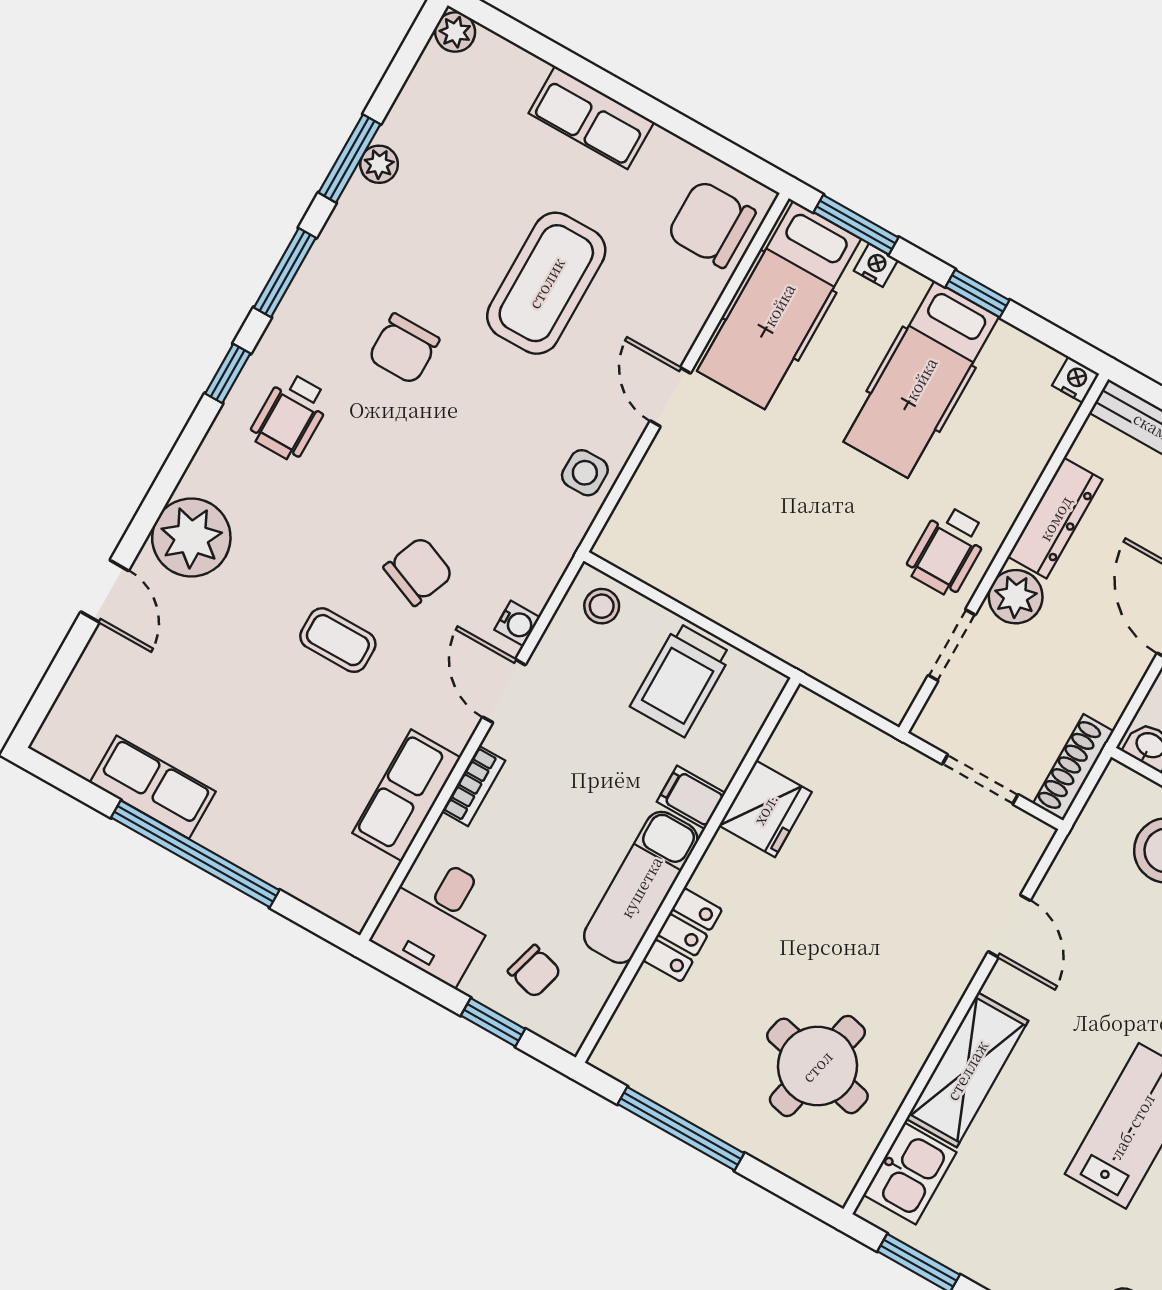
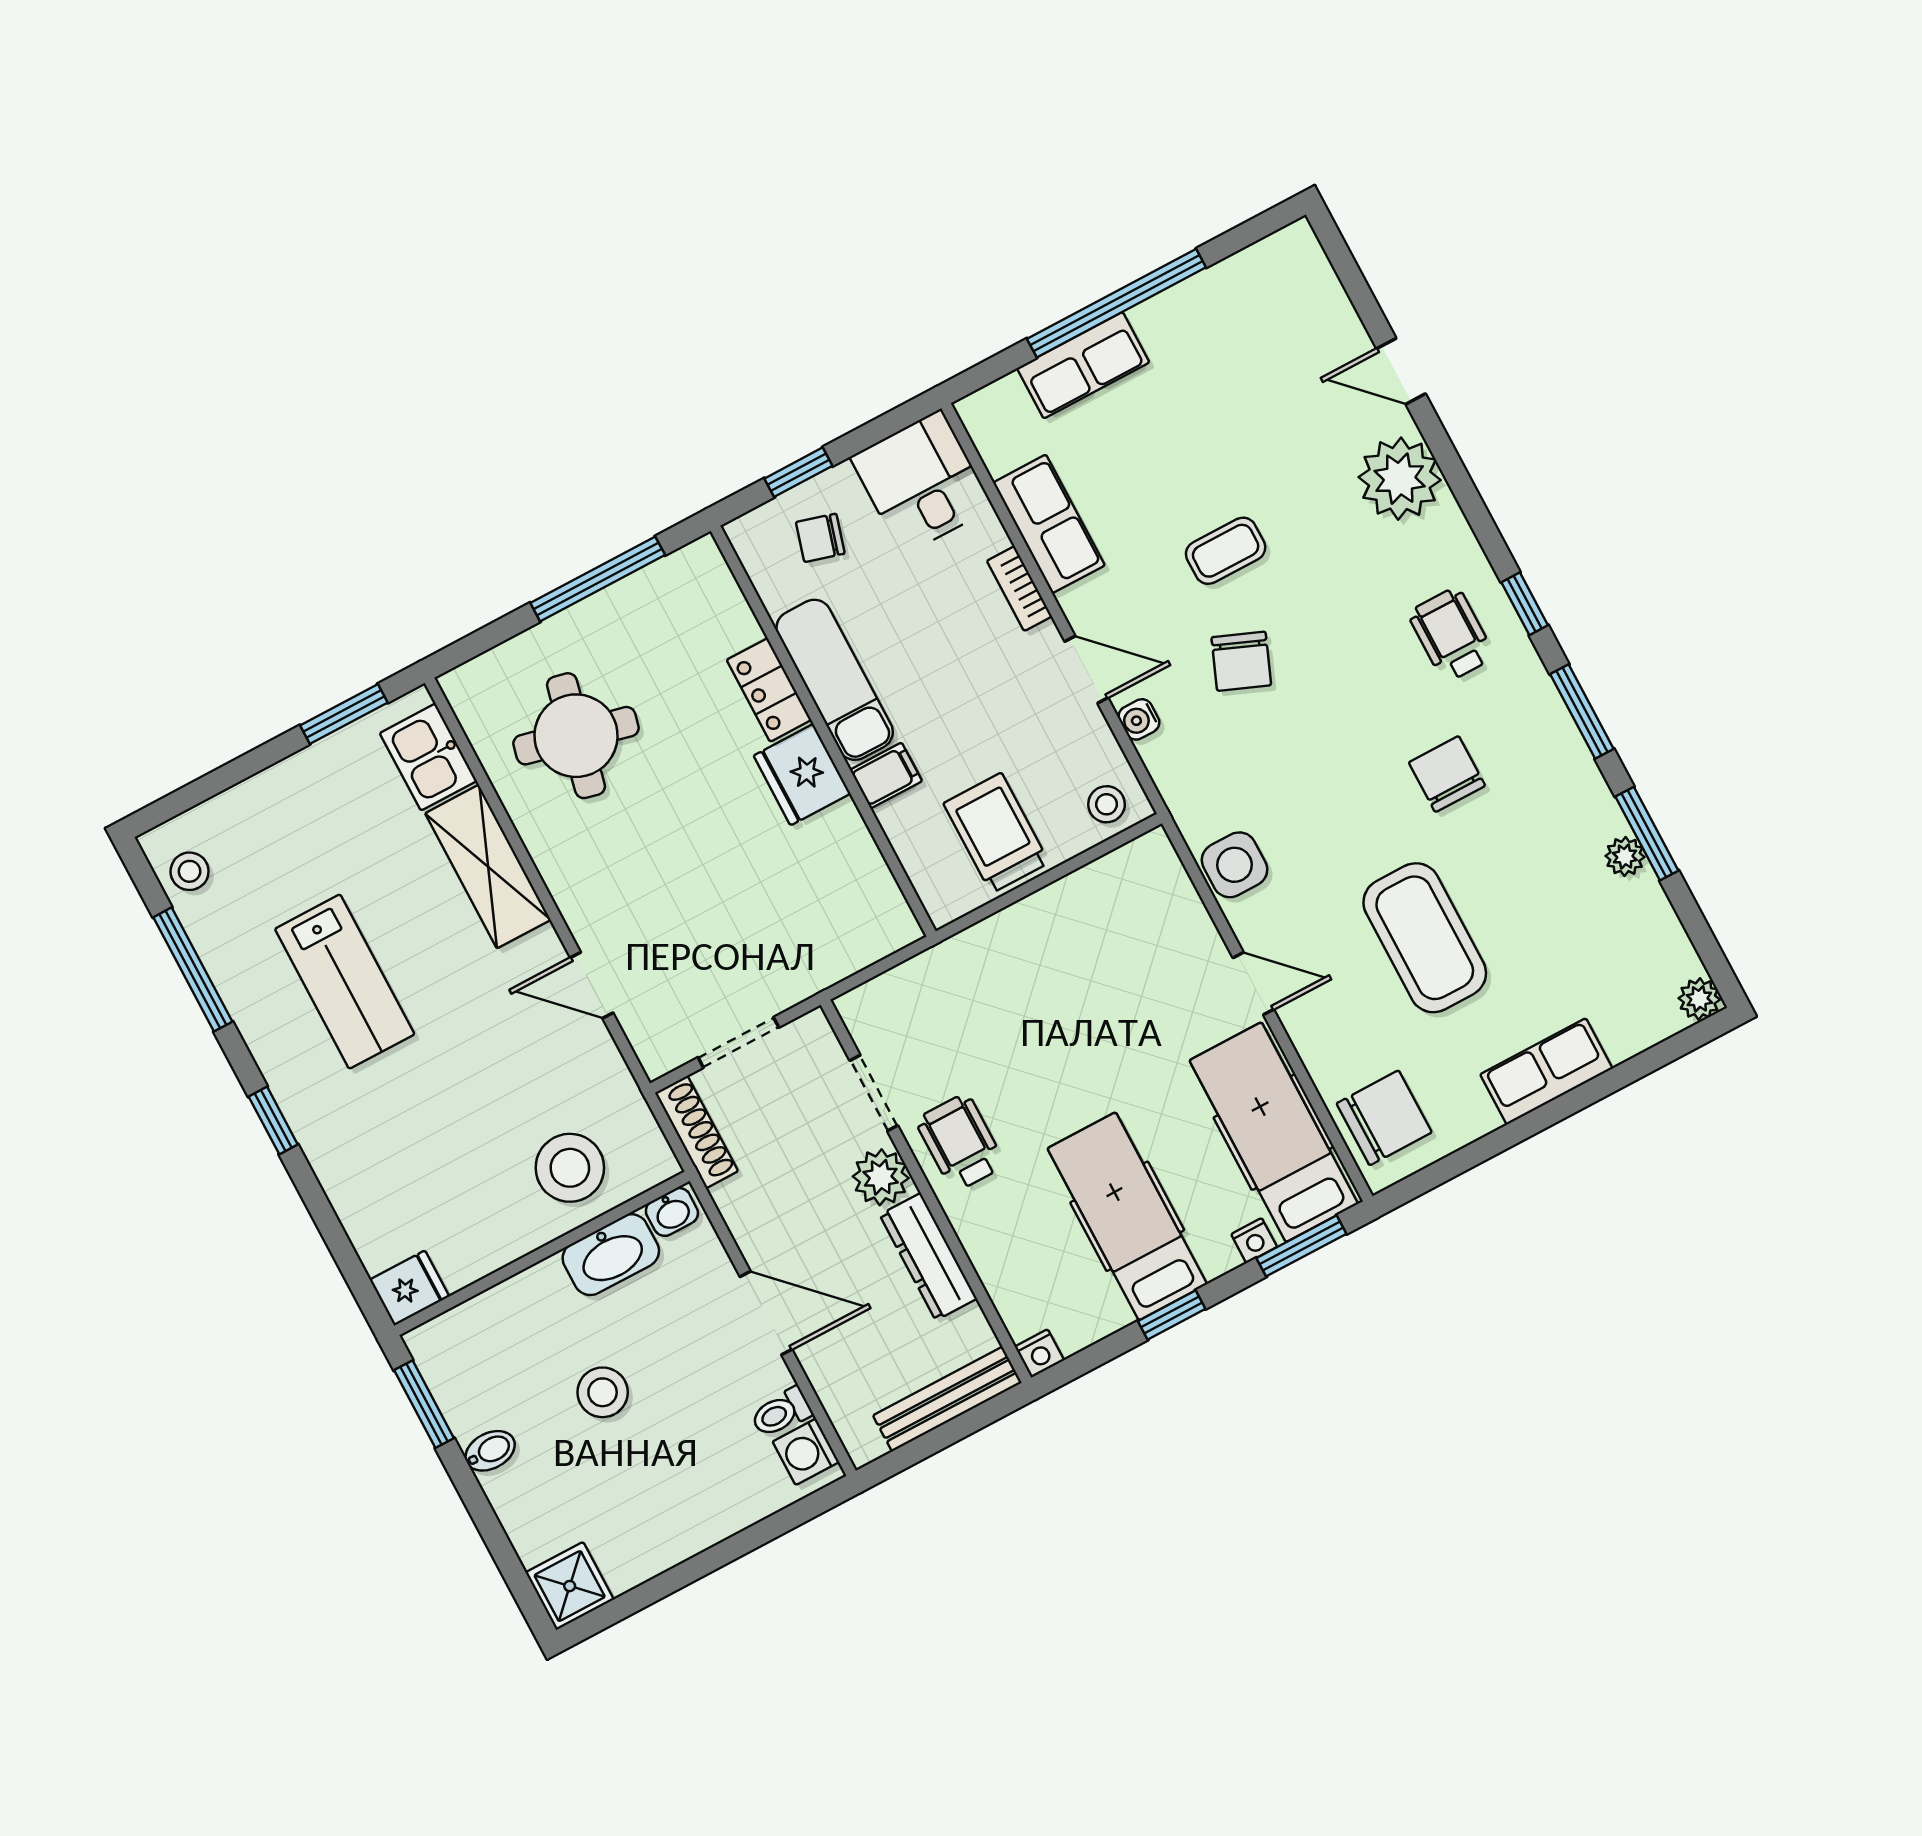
side table: (585, 473) -> (1235, 865), width x1.37, depth x1.37
row of seats: (153, 787) -> (1083, 365), moved
fridge: (765, 809) -> (802, 775), moved

